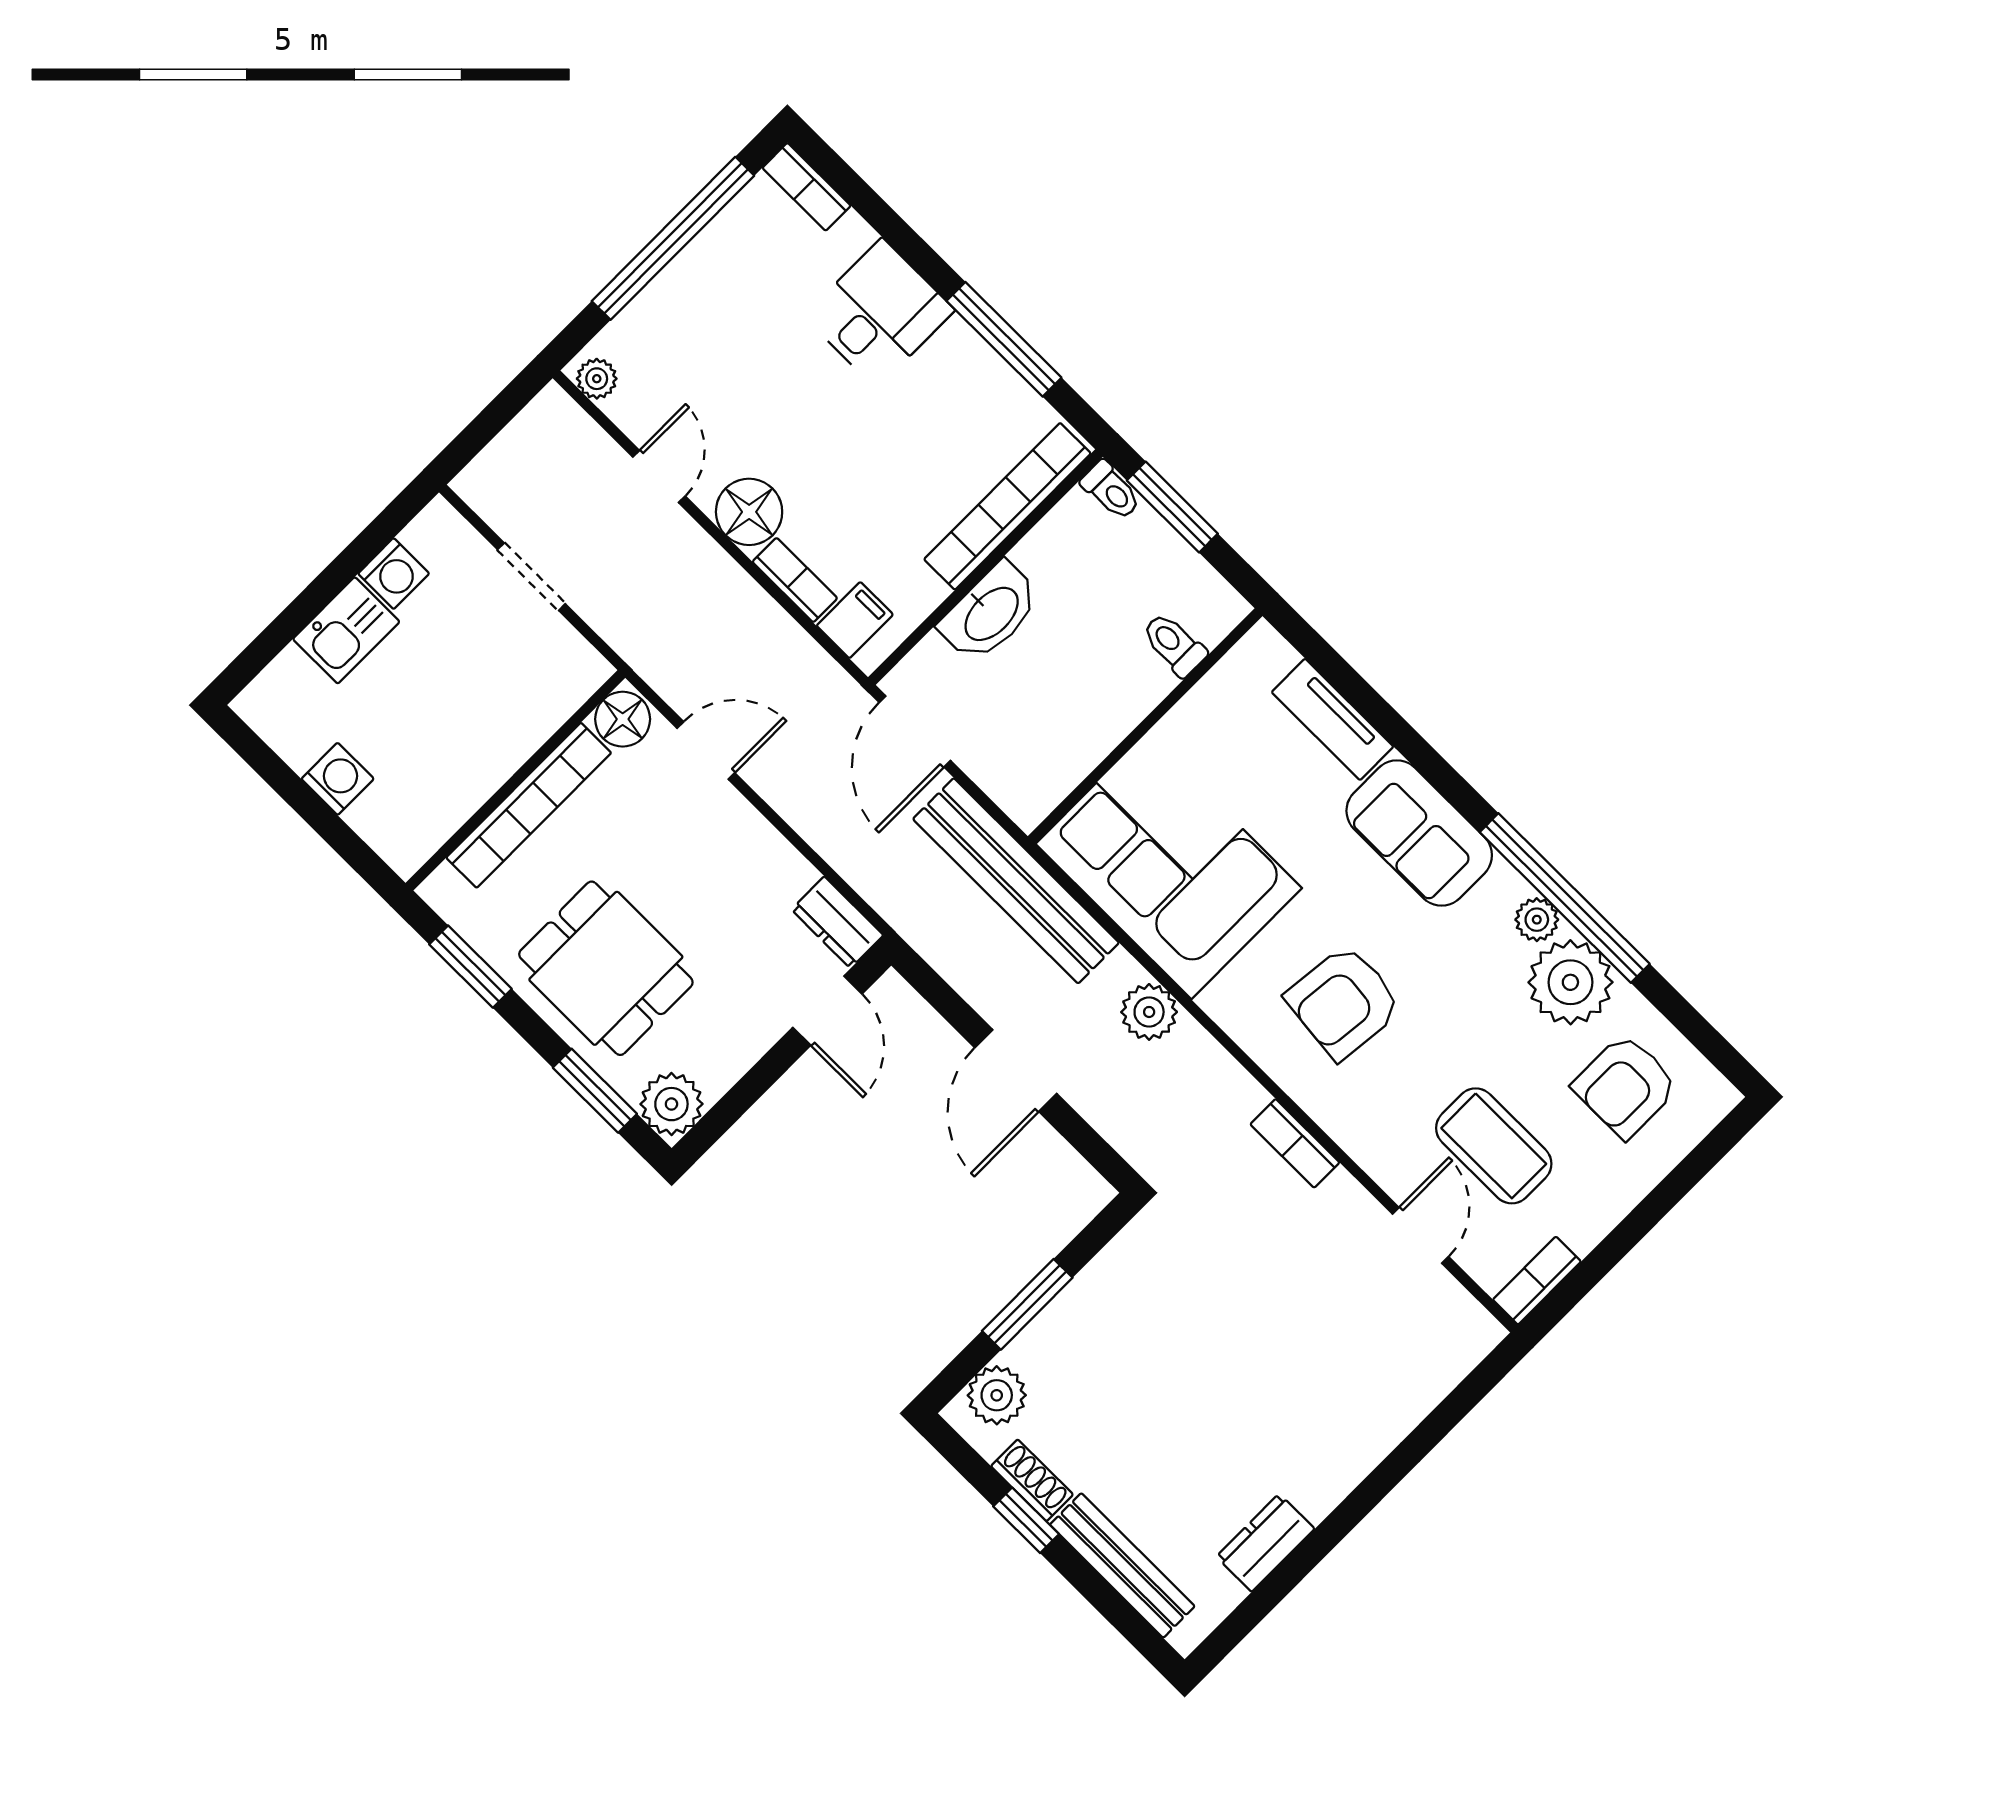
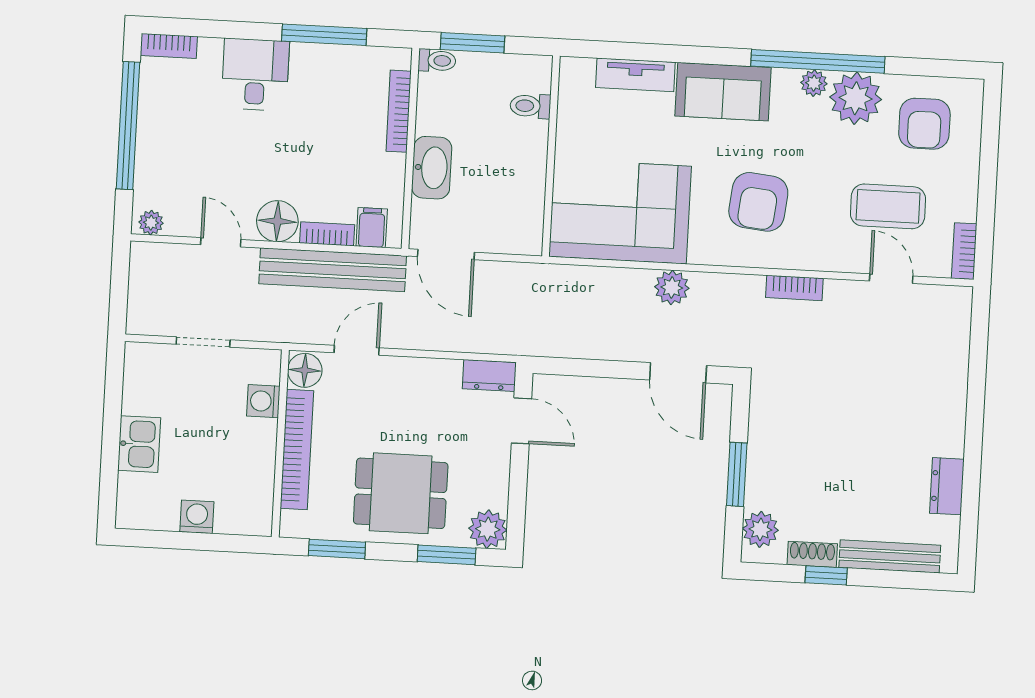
bookcase: (1007, 506) -> (399, 111), width x0.68, depth x0.76
washing machine: (394, 574) -> (263, 401), moved, turned 180
bench: (1016, 881) -> (333, 270), moved
door: (1016, 1071) -> (678, 373), moved

